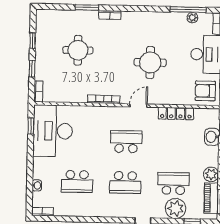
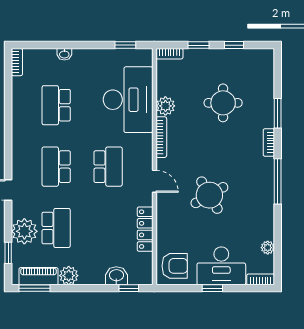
window: (188, 10) -> (278, 181), moved
round table: (150, 62) -> (209, 195), turned -30
armchair: (205, 91) -> (175, 266), turned 90
plant: (79, 96) -> (165, 106), added
desk: (53, 131) -> (128, 100), moved, turned 90
washbasin: (37, 185) -> (64, 54), moved

